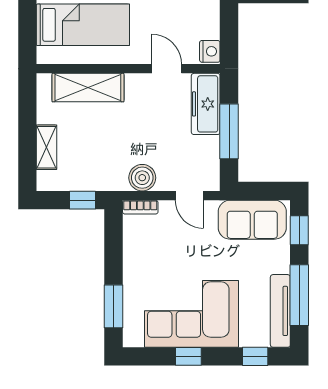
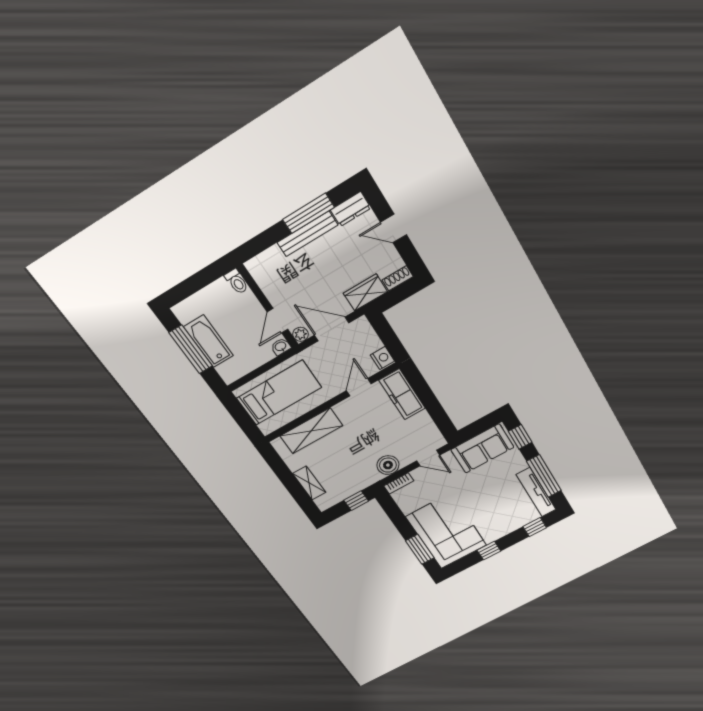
door: (167, 69) -> (359, 387), hinge flipped
window: (229, 131) -> (430, 403), removed
corner sofa: (191, 314) -> (446, 531), moved, turned 90

